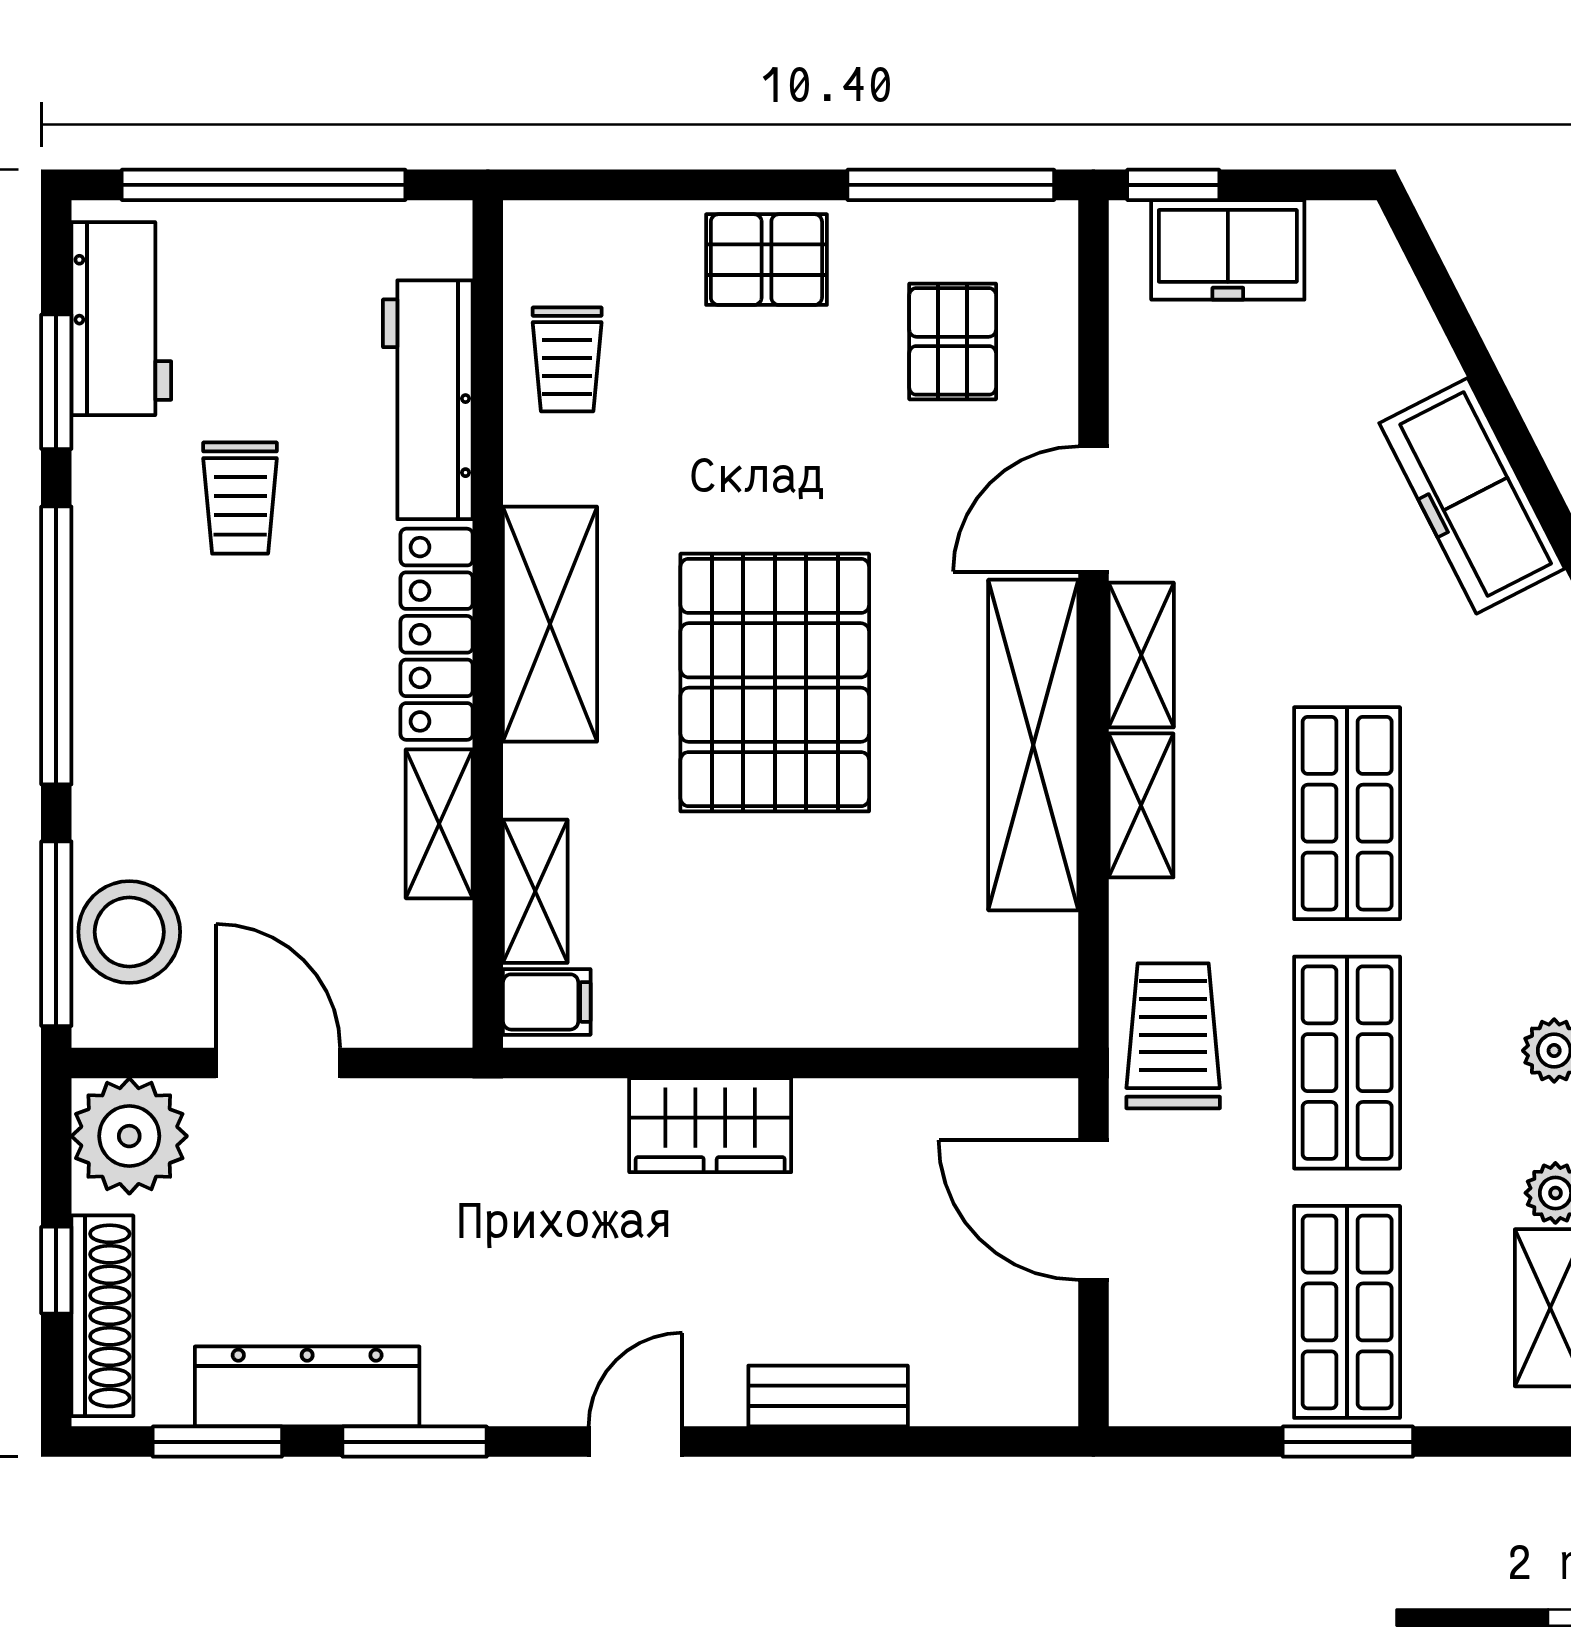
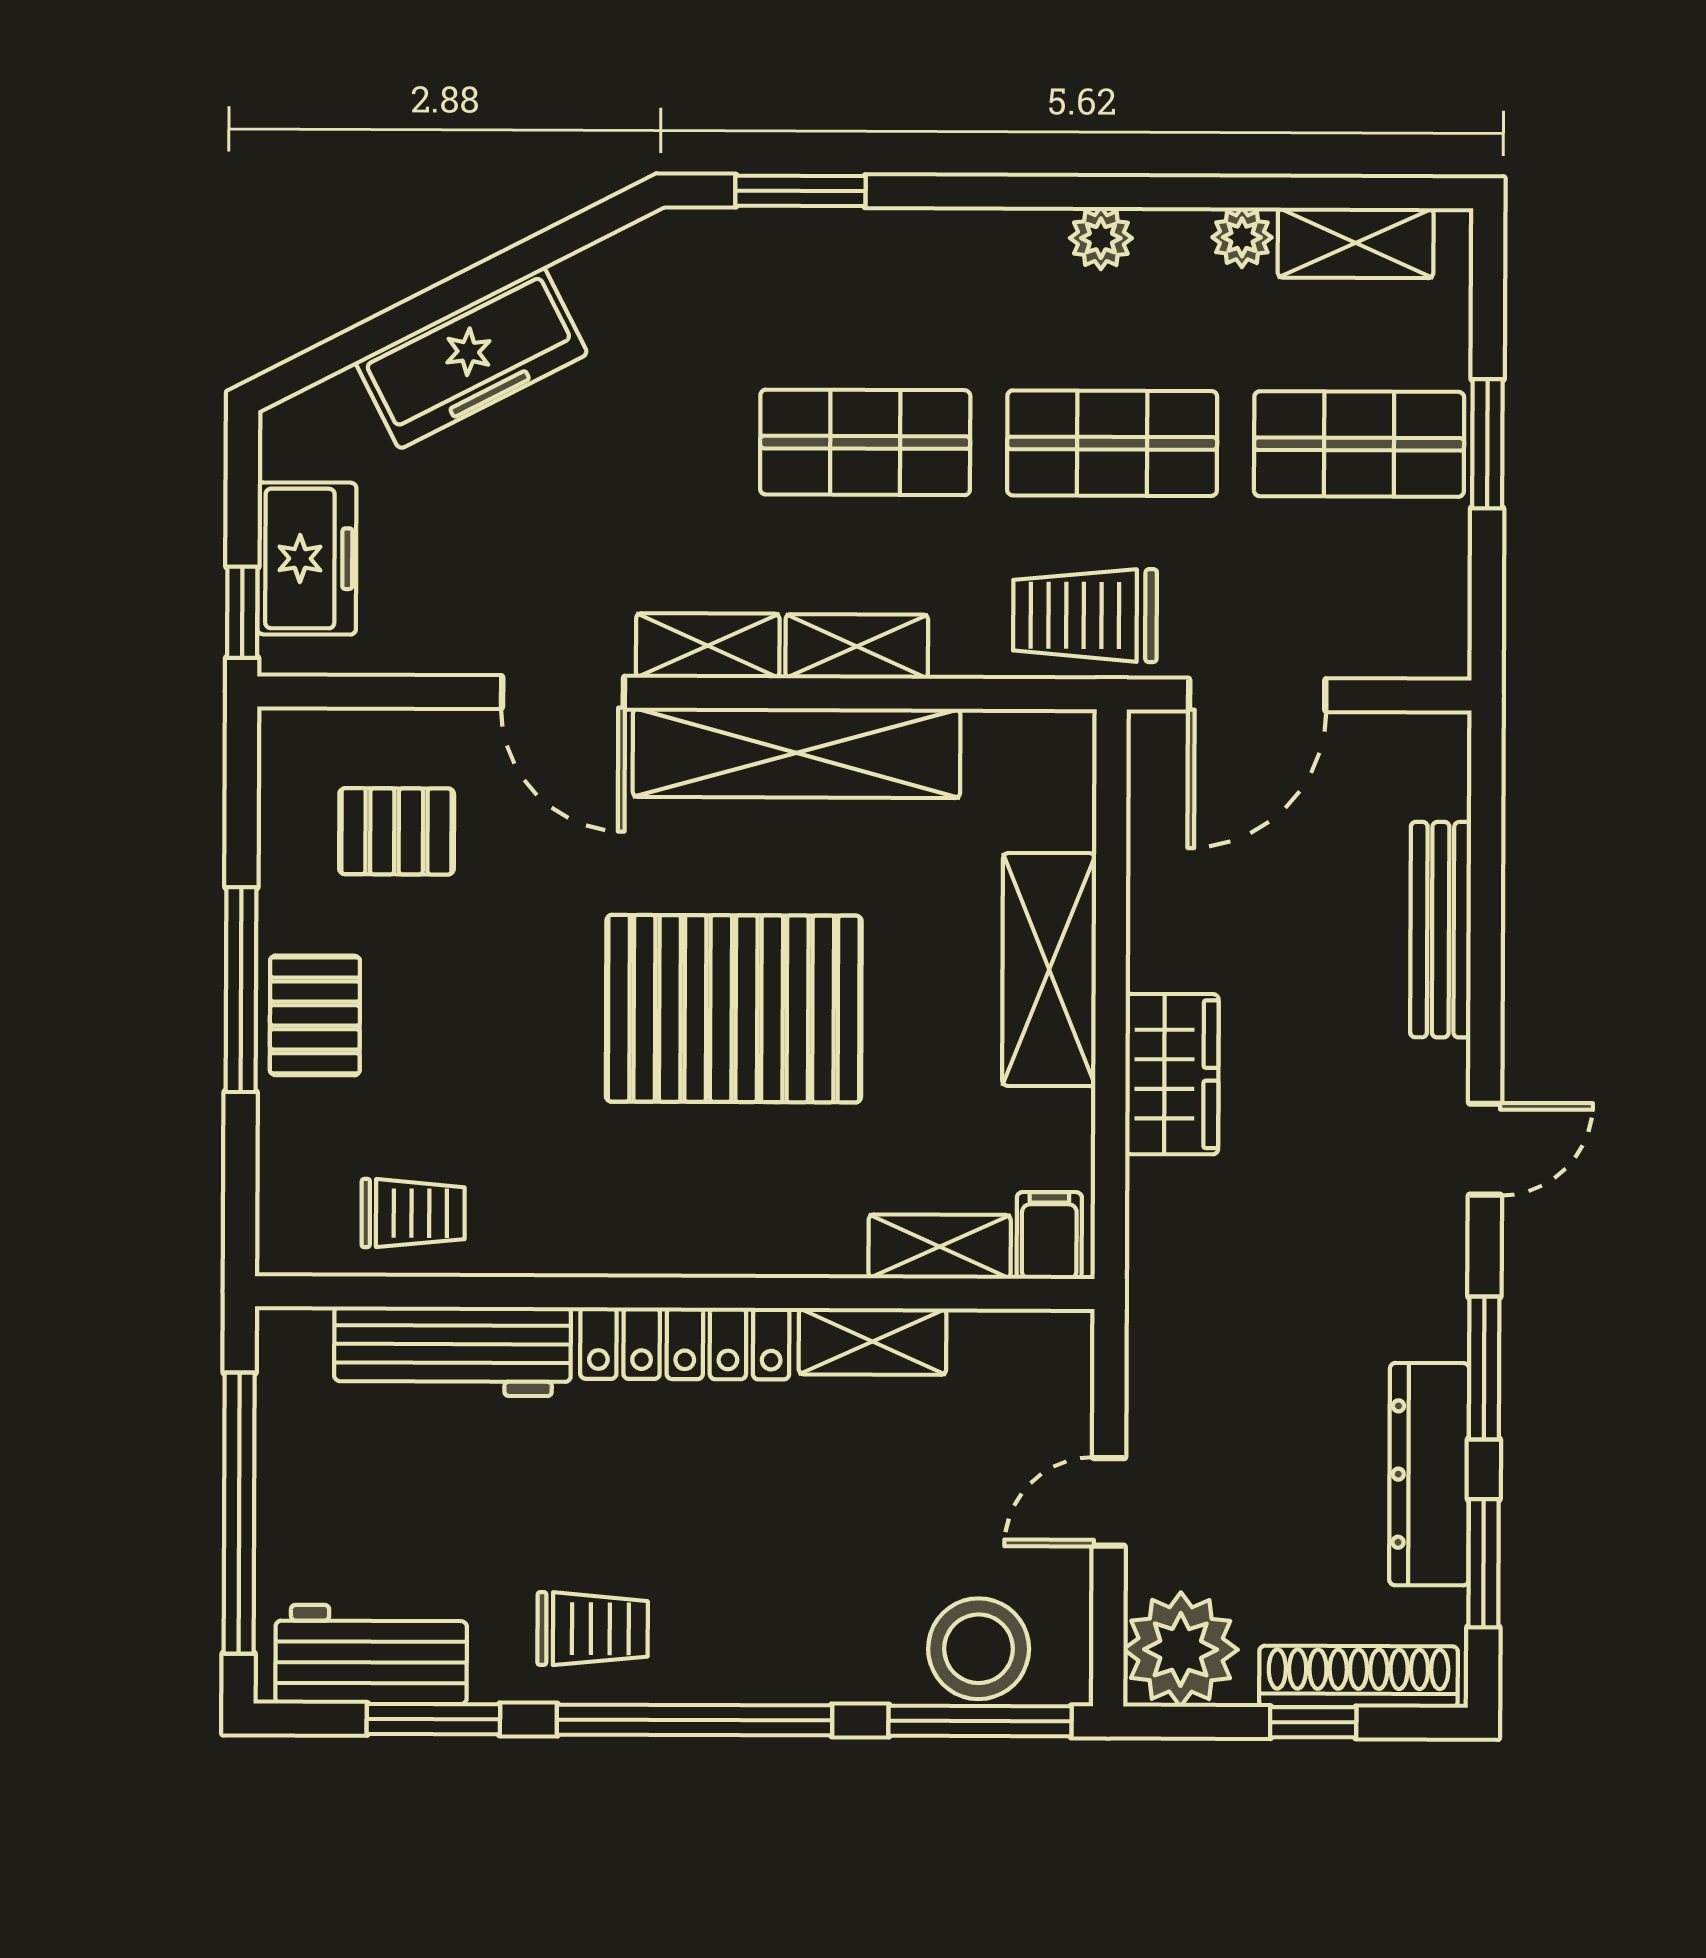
window: (951, 185) -> (241, 990), moved
freezer: (1472, 496) -> (471, 358), moved
trolley: (240, 498) -> (593, 1629), moved
shelving: (550, 624) -> (1049, 970), moved, turned 90
door: (278, 1063) -> (1109, 1502), width x0.73
bench: (828, 1396) -> (1441, 930), width x1.36
door: (635, 1442) -> (1485, 1149), swing flipped

